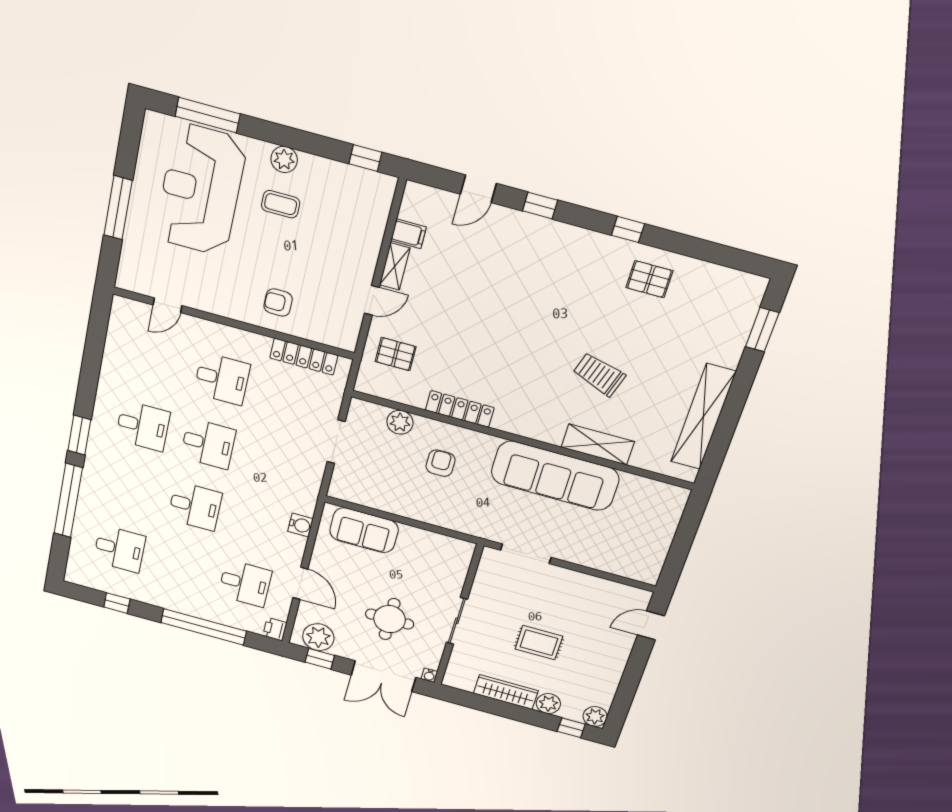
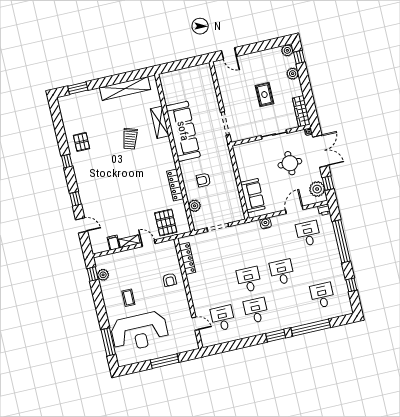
plant: (284, 159) -> (103, 275), moved
pallet: (396, 354) -> (166, 223), width x1.50, depth x1.42
desk: (222, 379) -> (223, 318), moved
wardrobe: (506, 692) -> (301, 111), moved

